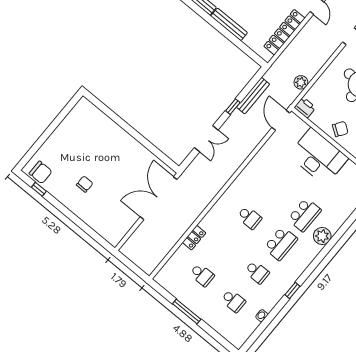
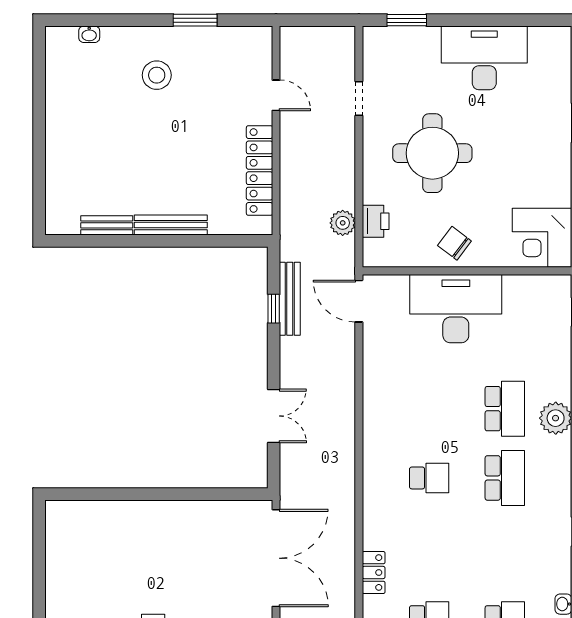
window: (233, 107) -> (274, 309), moved
printer: (305, 108) -> (376, 221), moved, turned 90
chair: (340, 129) -> (454, 243), turned -87
double door: (159, 198) -> (276, 558), swing flipped
school desk: (257, 272) -> (505, 547), removed

